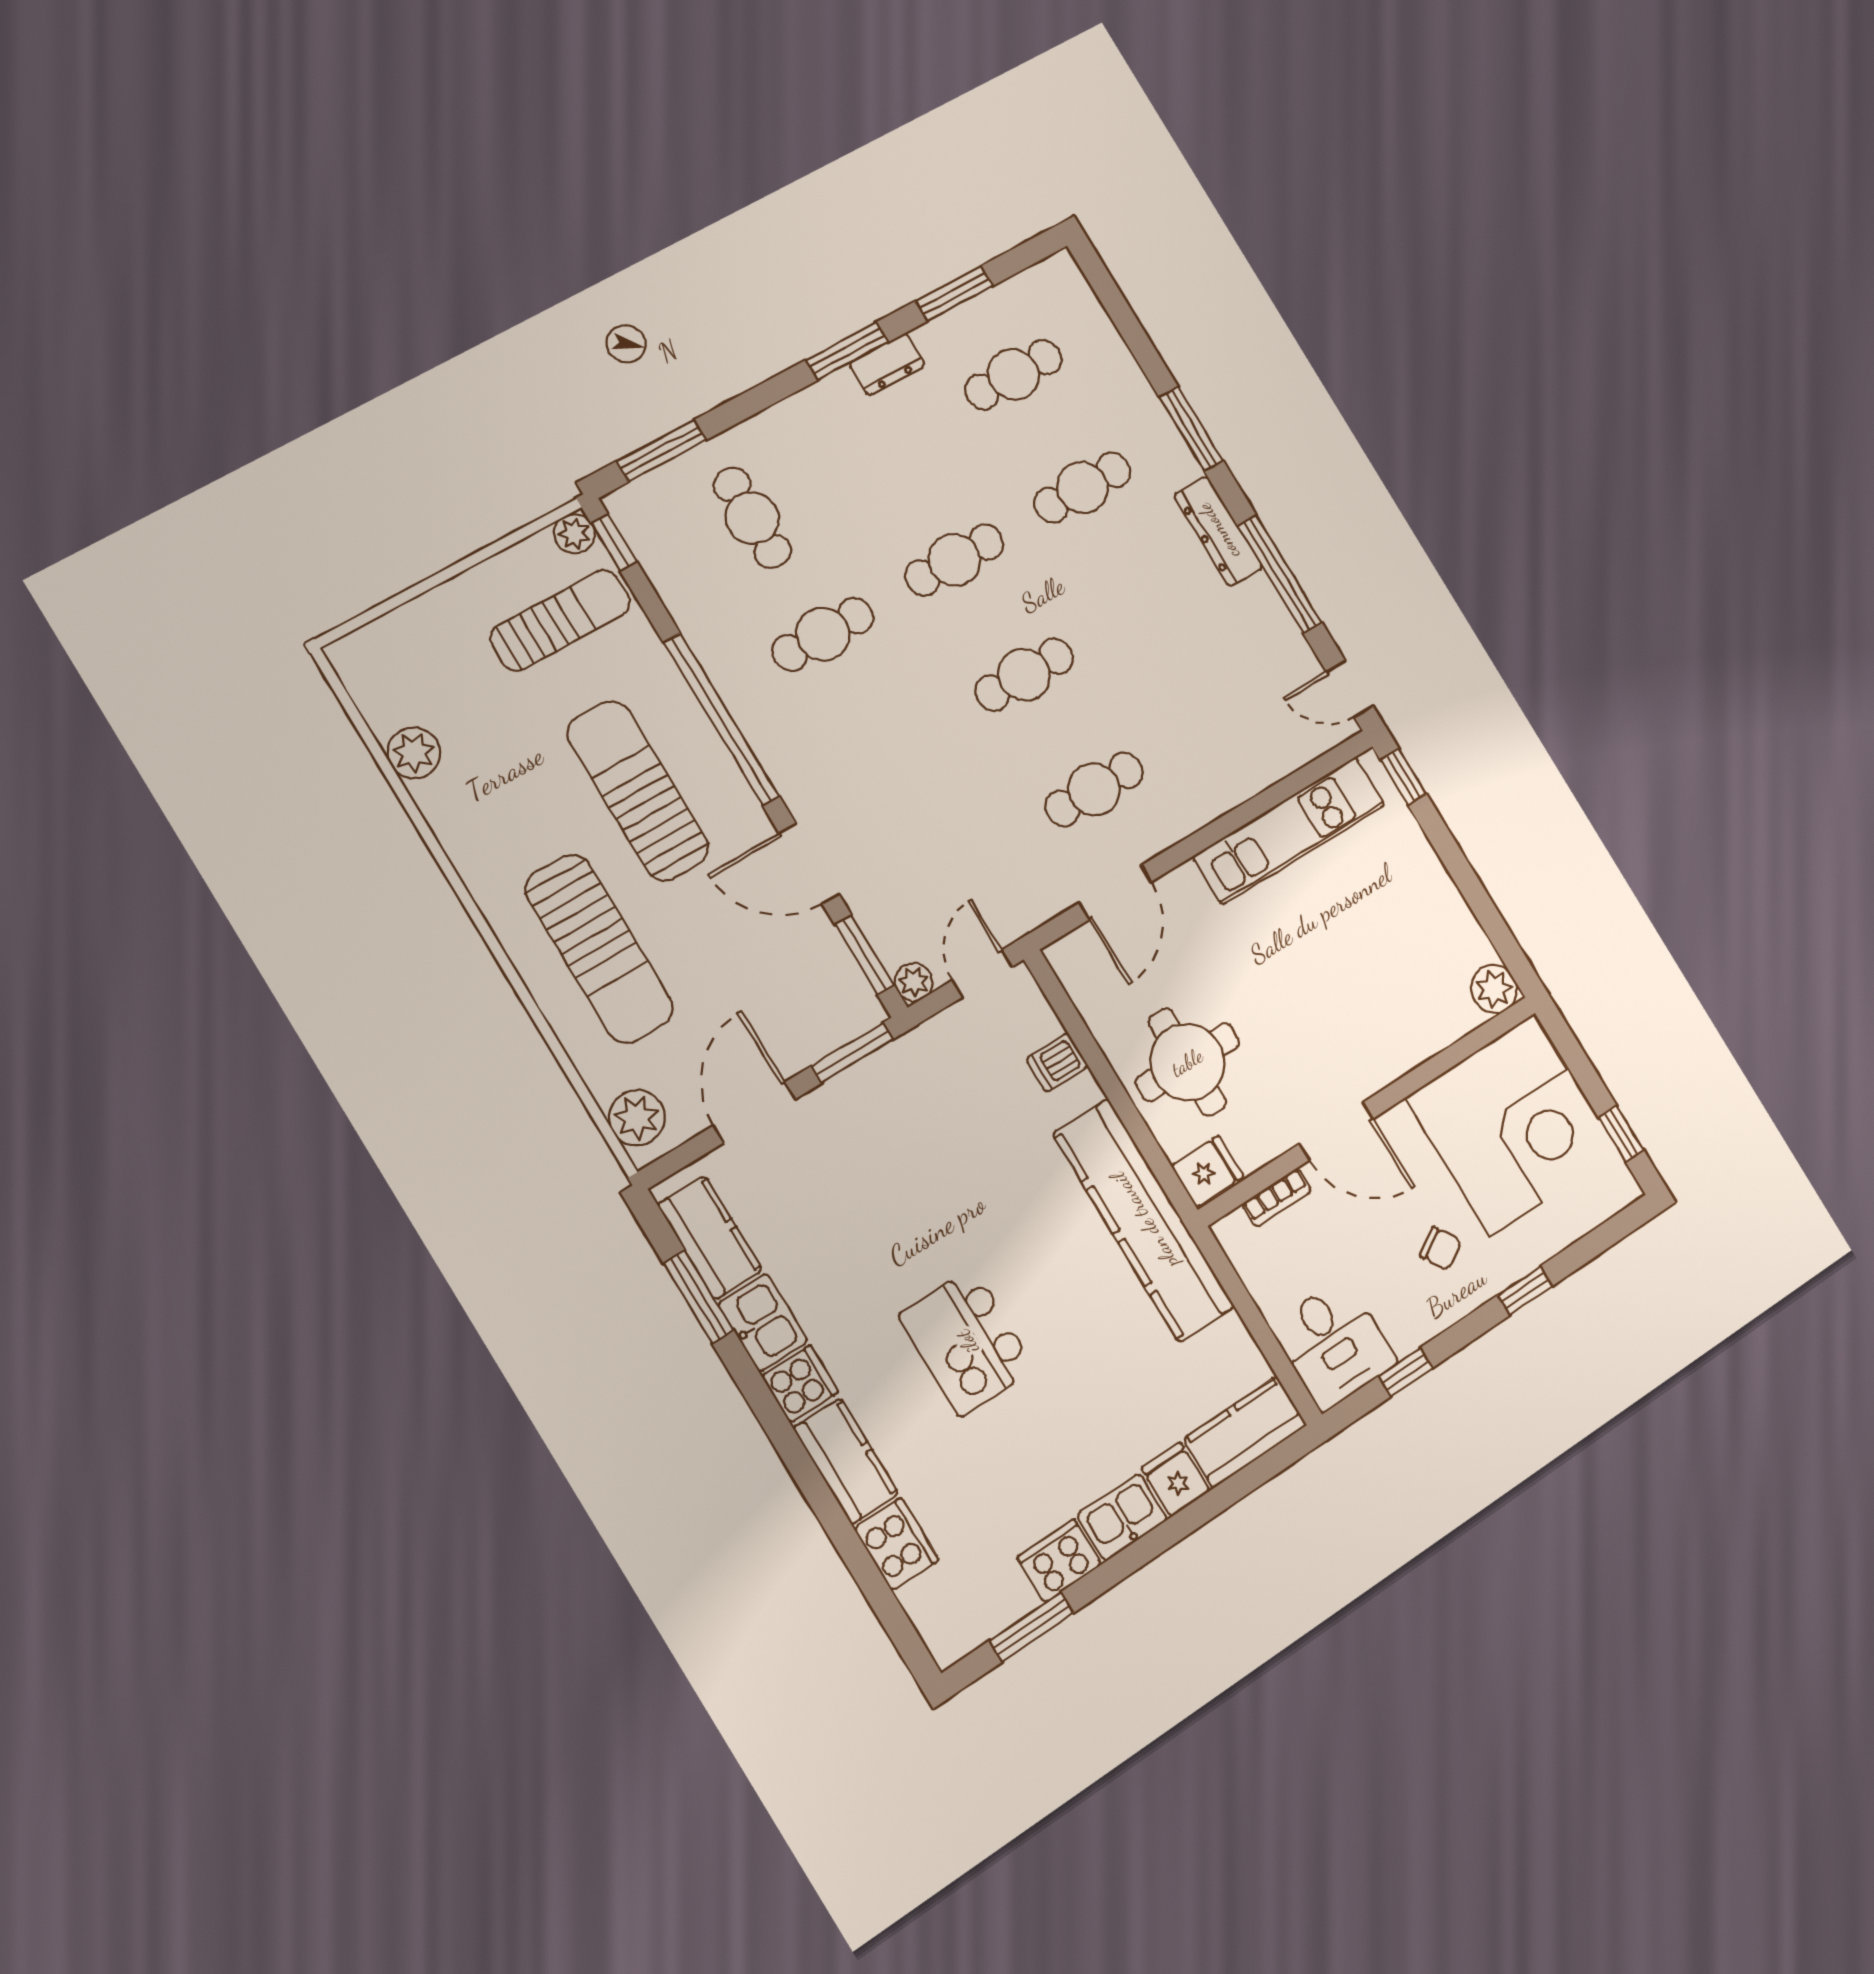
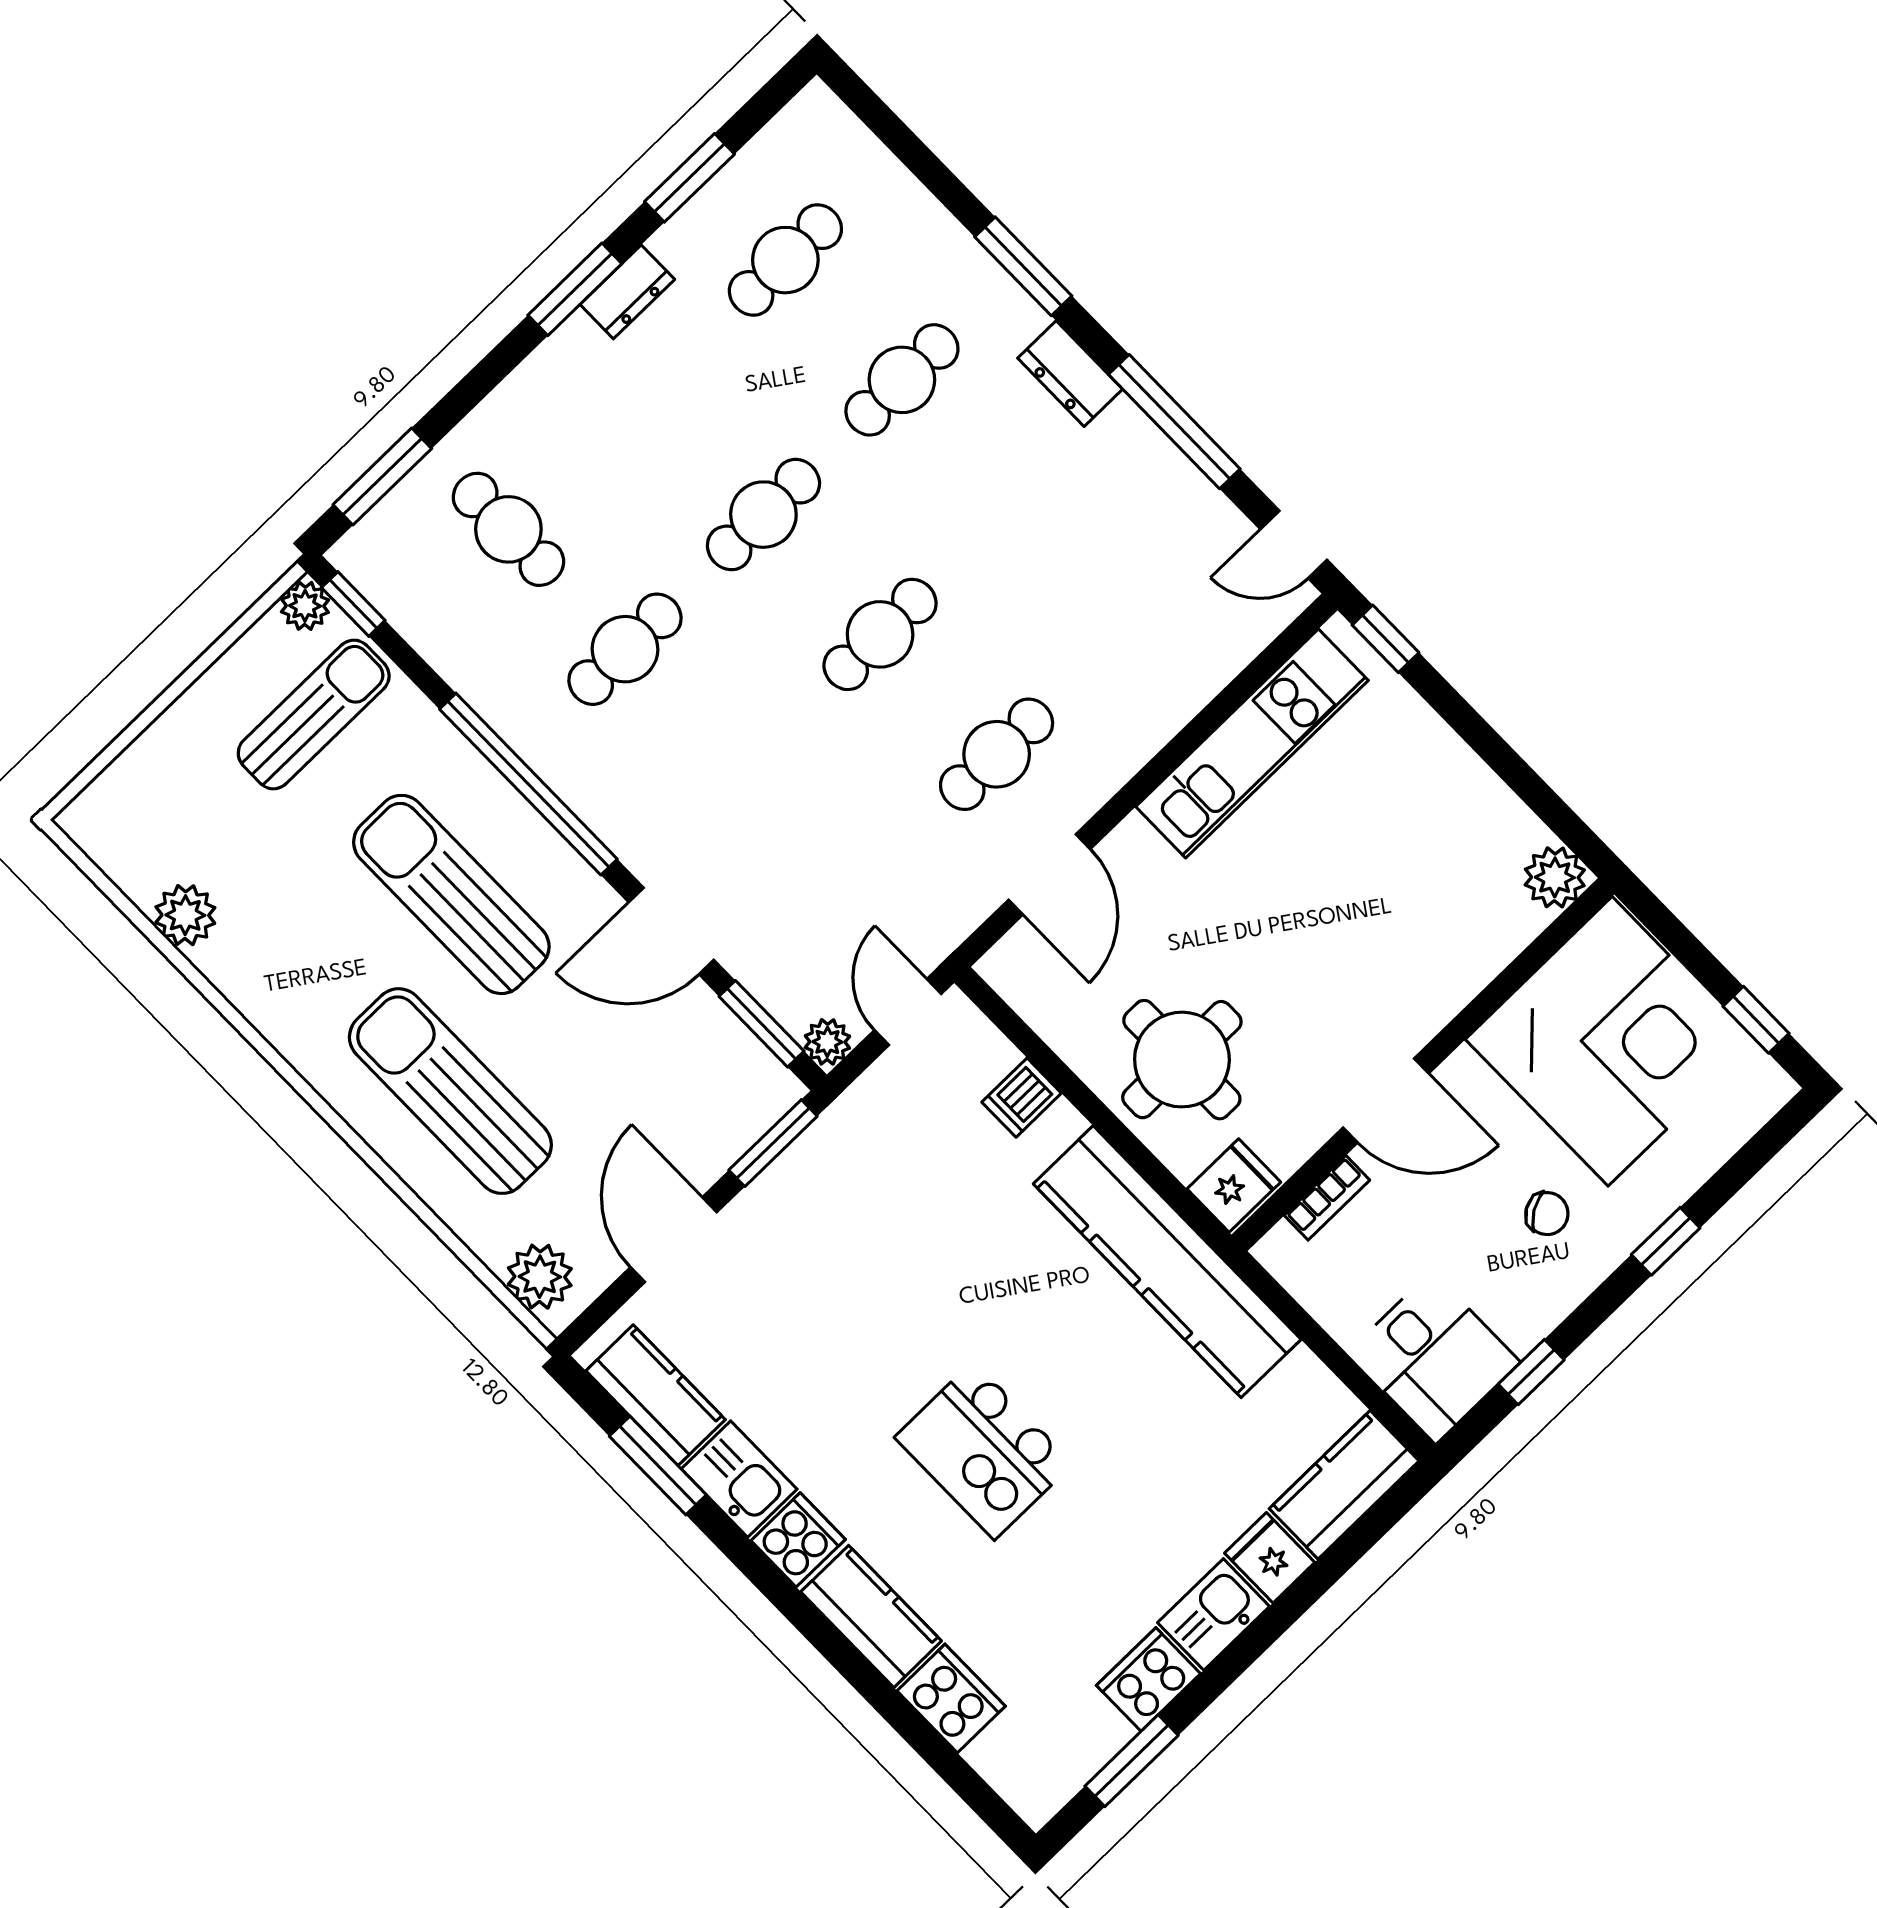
dresser: (1218, 531) -> (1070, 374), width x0.70
sun lounger: (599, 949) -> (450, 1091), turned 180

